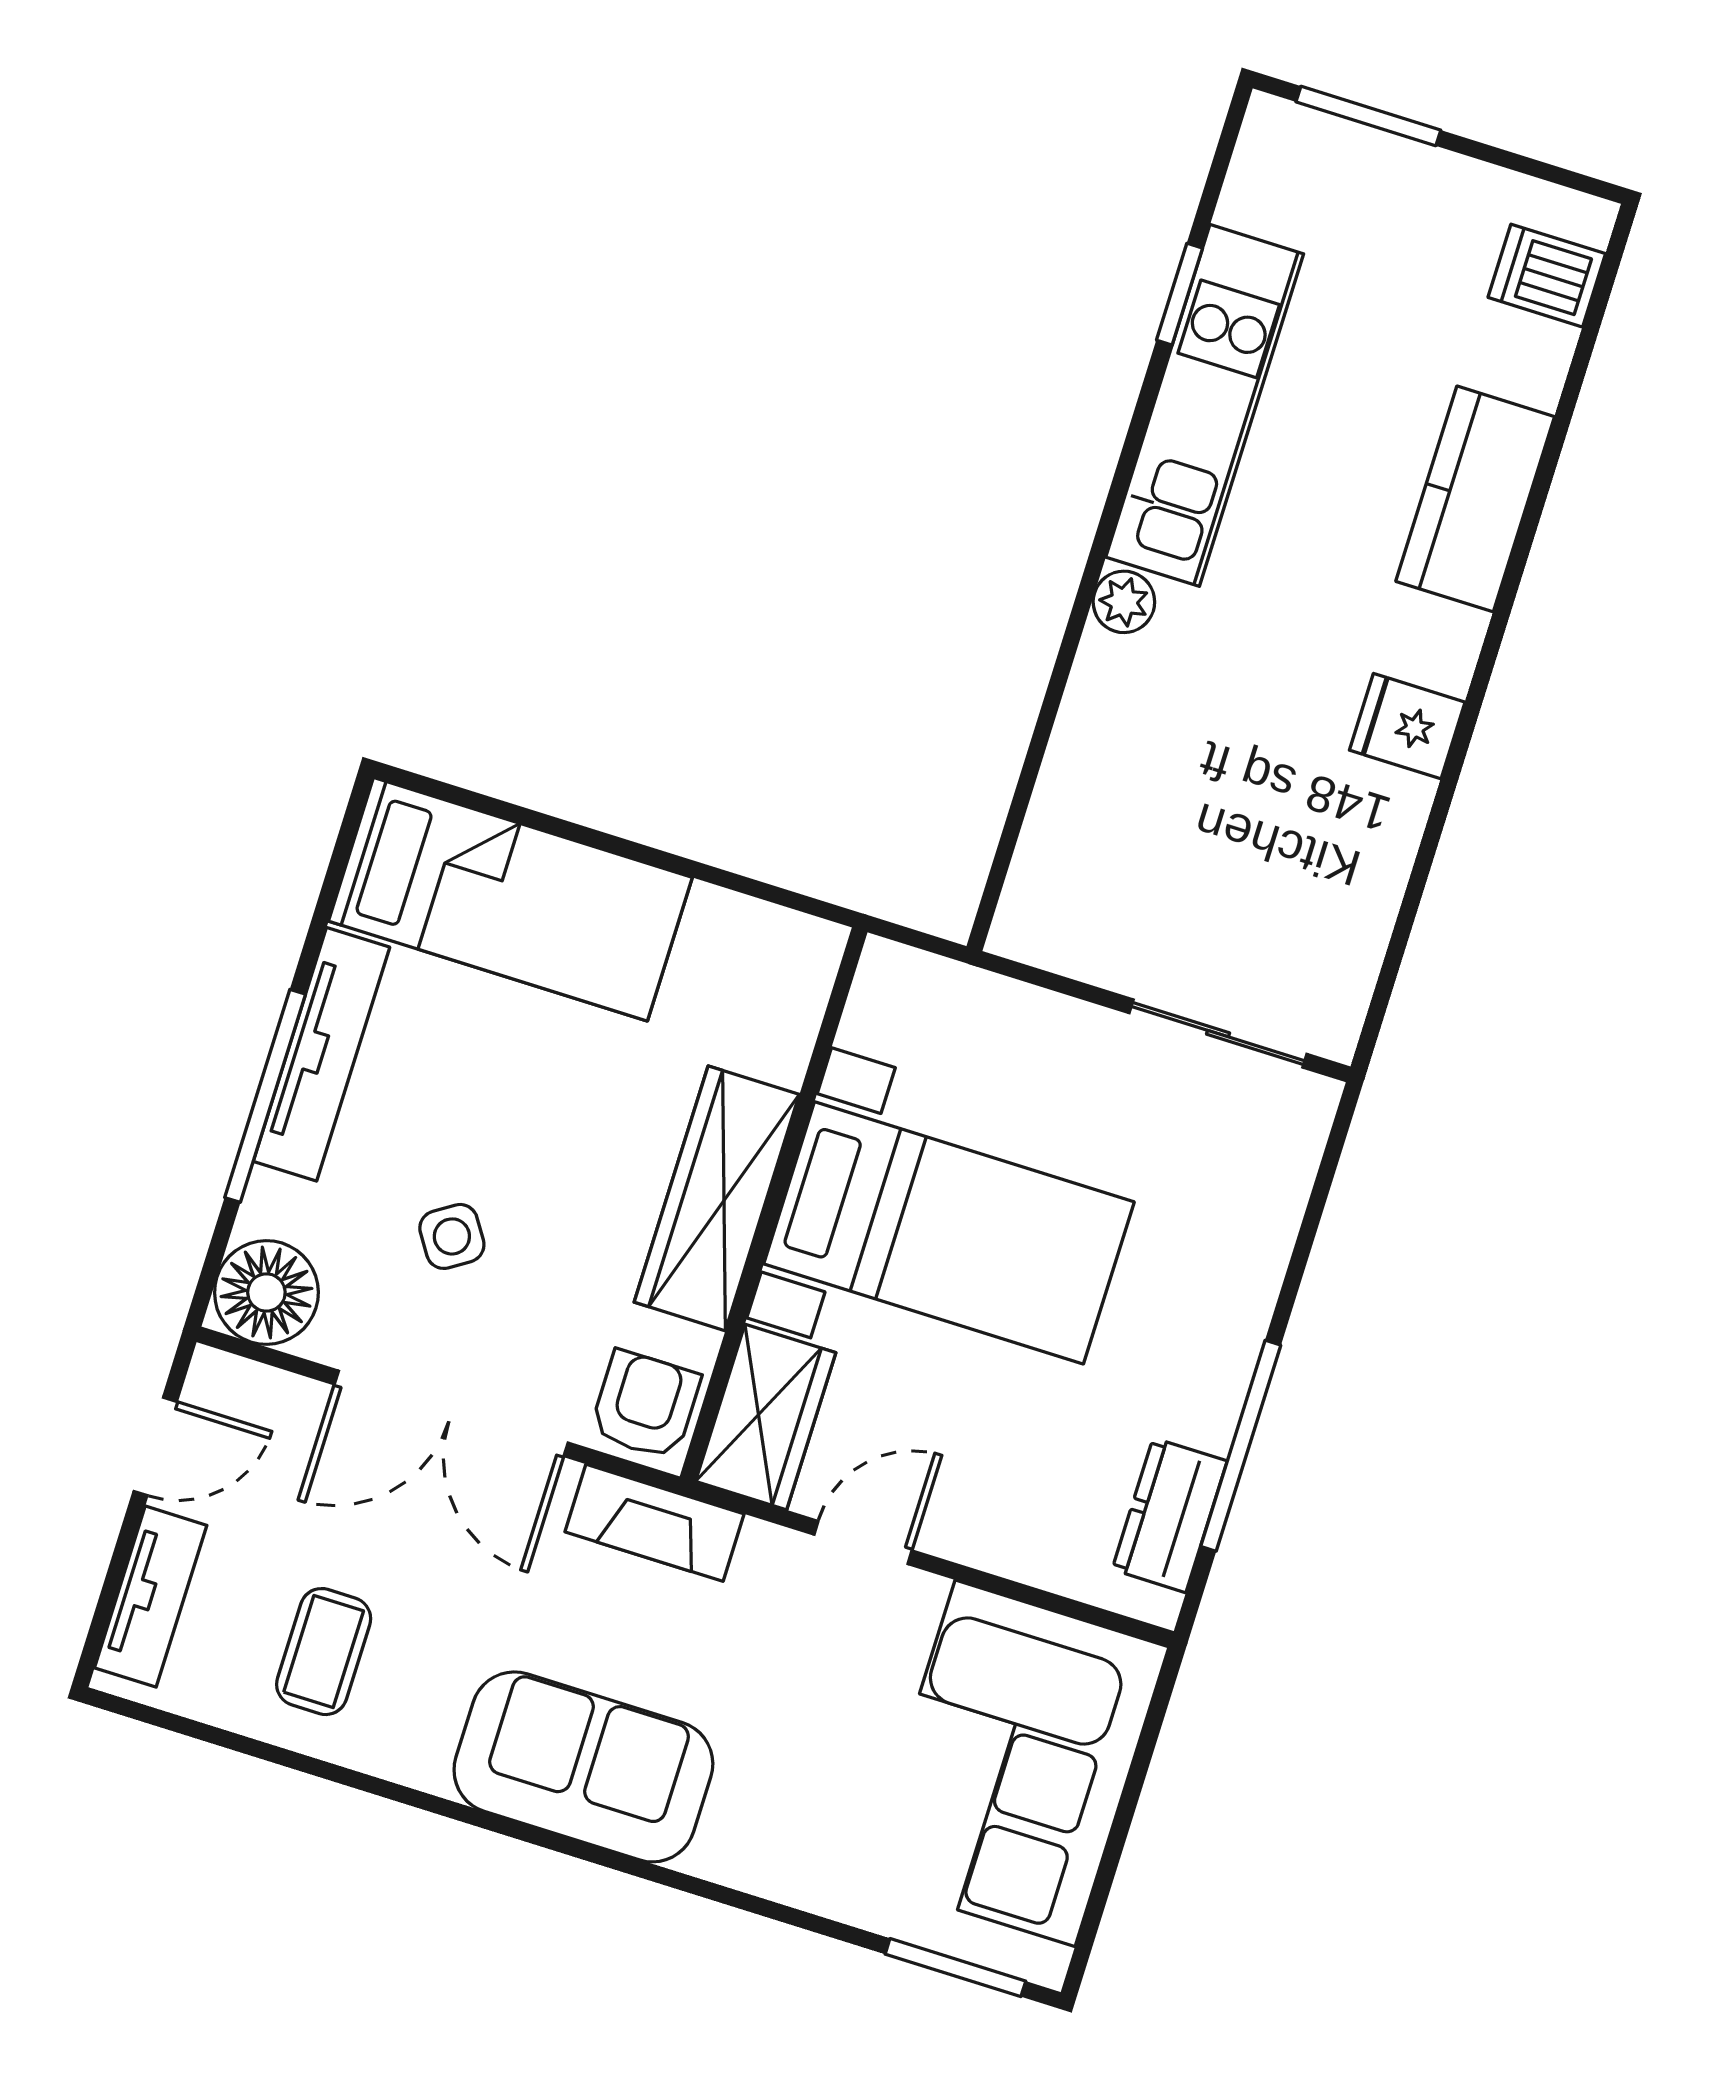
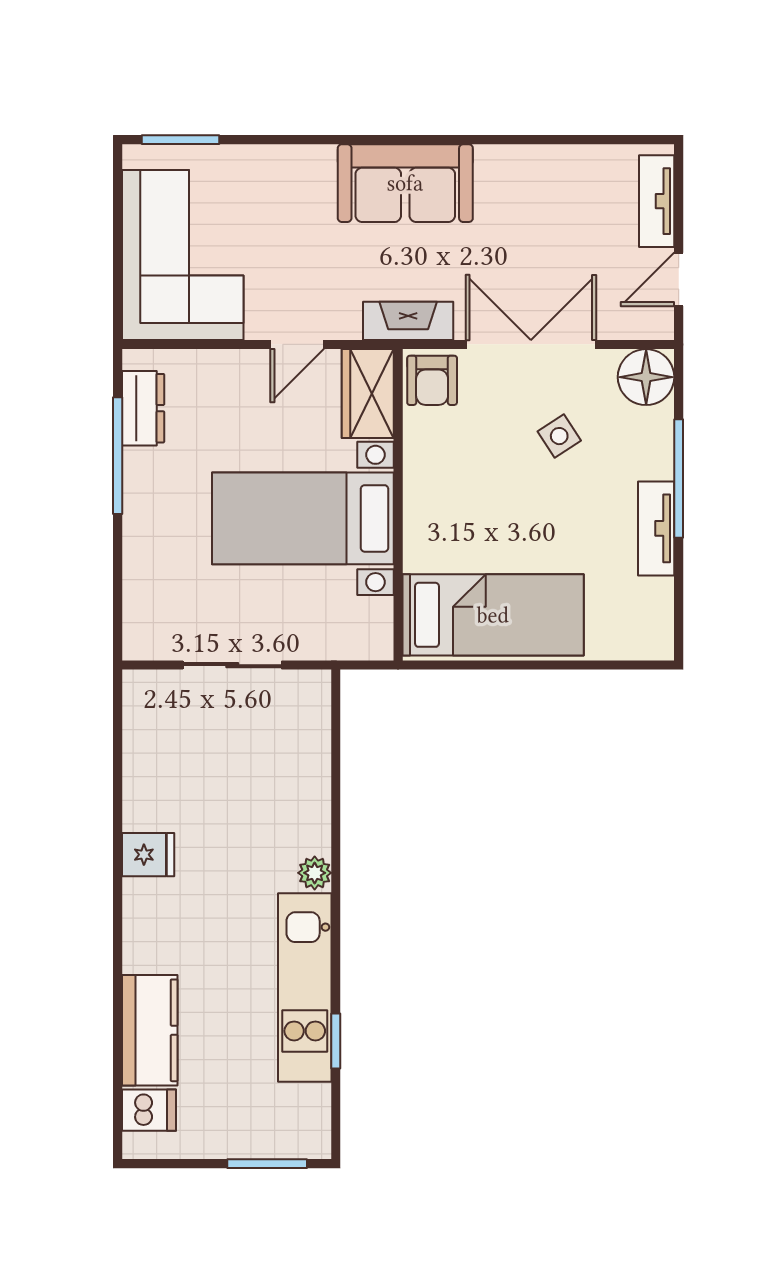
kitchen counter: (1475, 499) -> (150, 1030), moved
bed: (510, 899) -> (493, 615), moved, turned 180
sliding door: (1218, 1034) -> (232, 665), moved
tv unit: (322, 1054) -> (656, 528), width x0.71
wardrobe: (717, 1198) -> (428, 499), removed
coffee table: (324, 1652) -> (558, 201), removed

